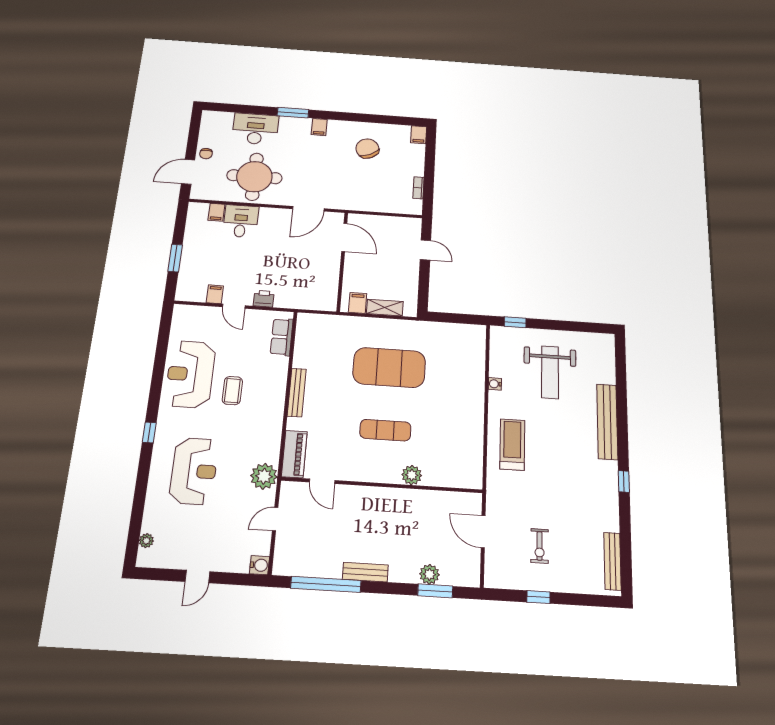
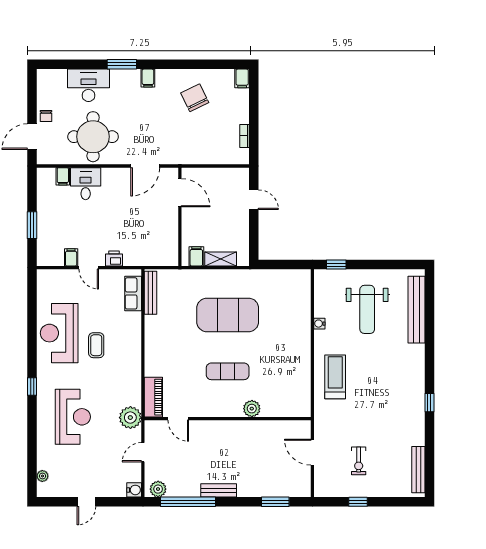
bench: (297, 393) -> (151, 293), moved
bench: (607, 422) -> (417, 310), moved
plant: (429, 574) -> (158, 489), moved

